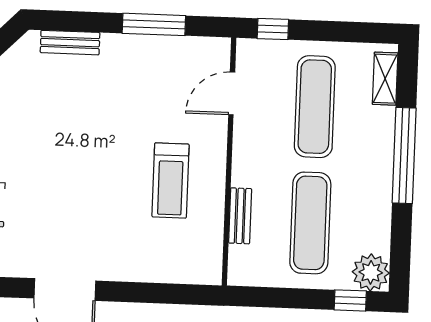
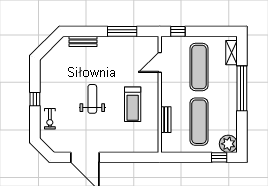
weight bench: (85, 166) -> (92, 99), added

